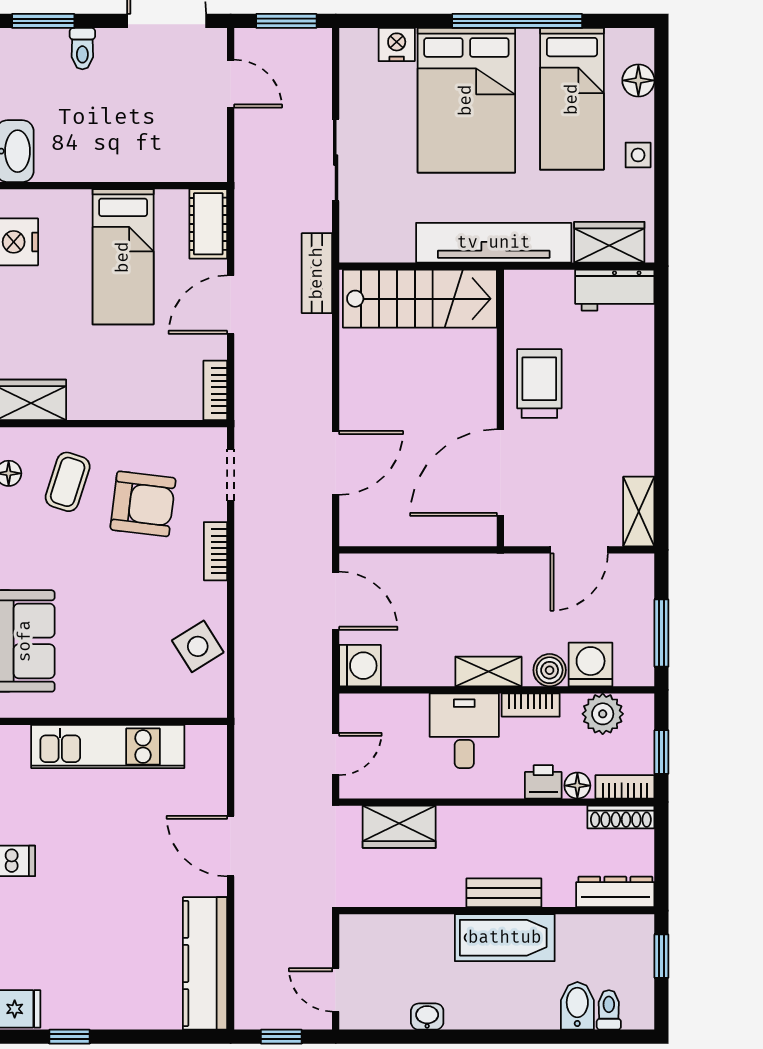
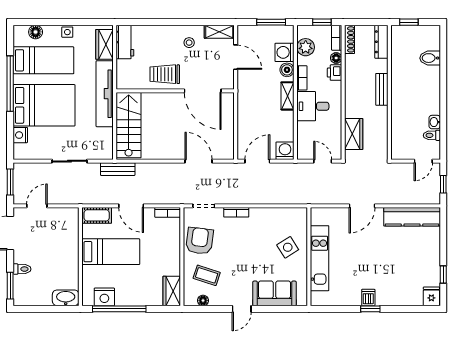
stool: (614, 441) -> (189, 43), added
armchair: (143, 504) -> (200, 241), moved
side table: (198, 646) -> (288, 247), moved
bathtub: (505, 938) -> (401, 89), removed
toilet: (609, 1010) -> (432, 135), moved

